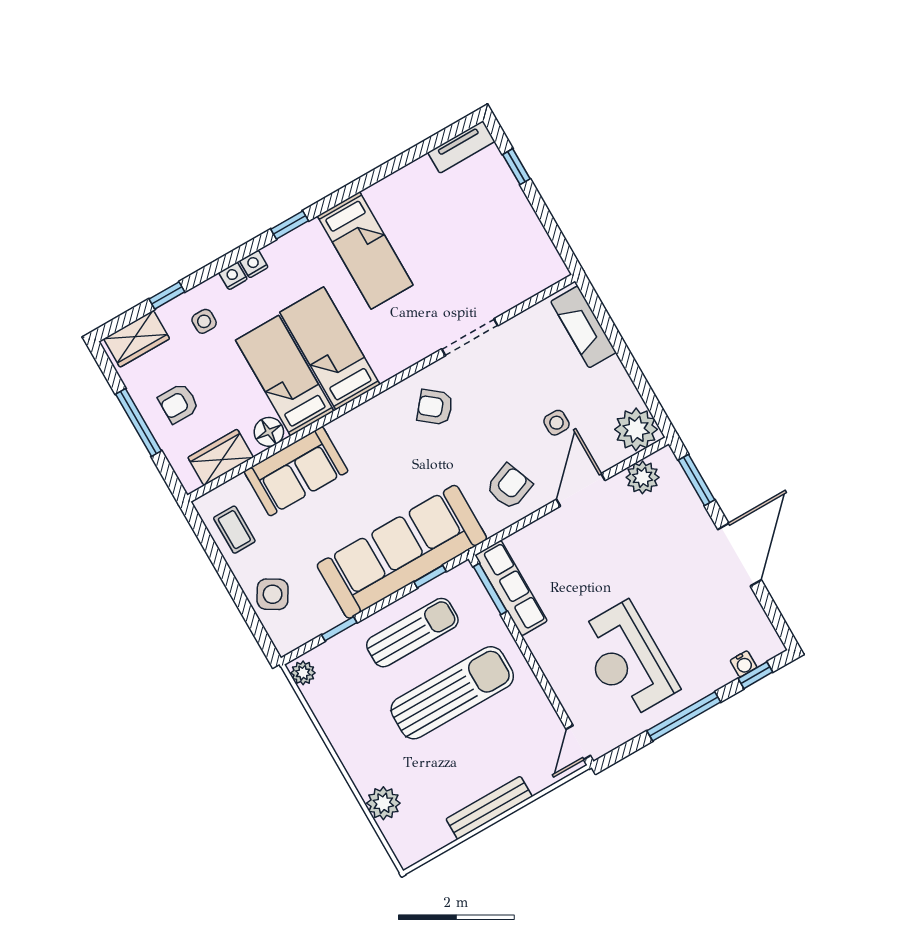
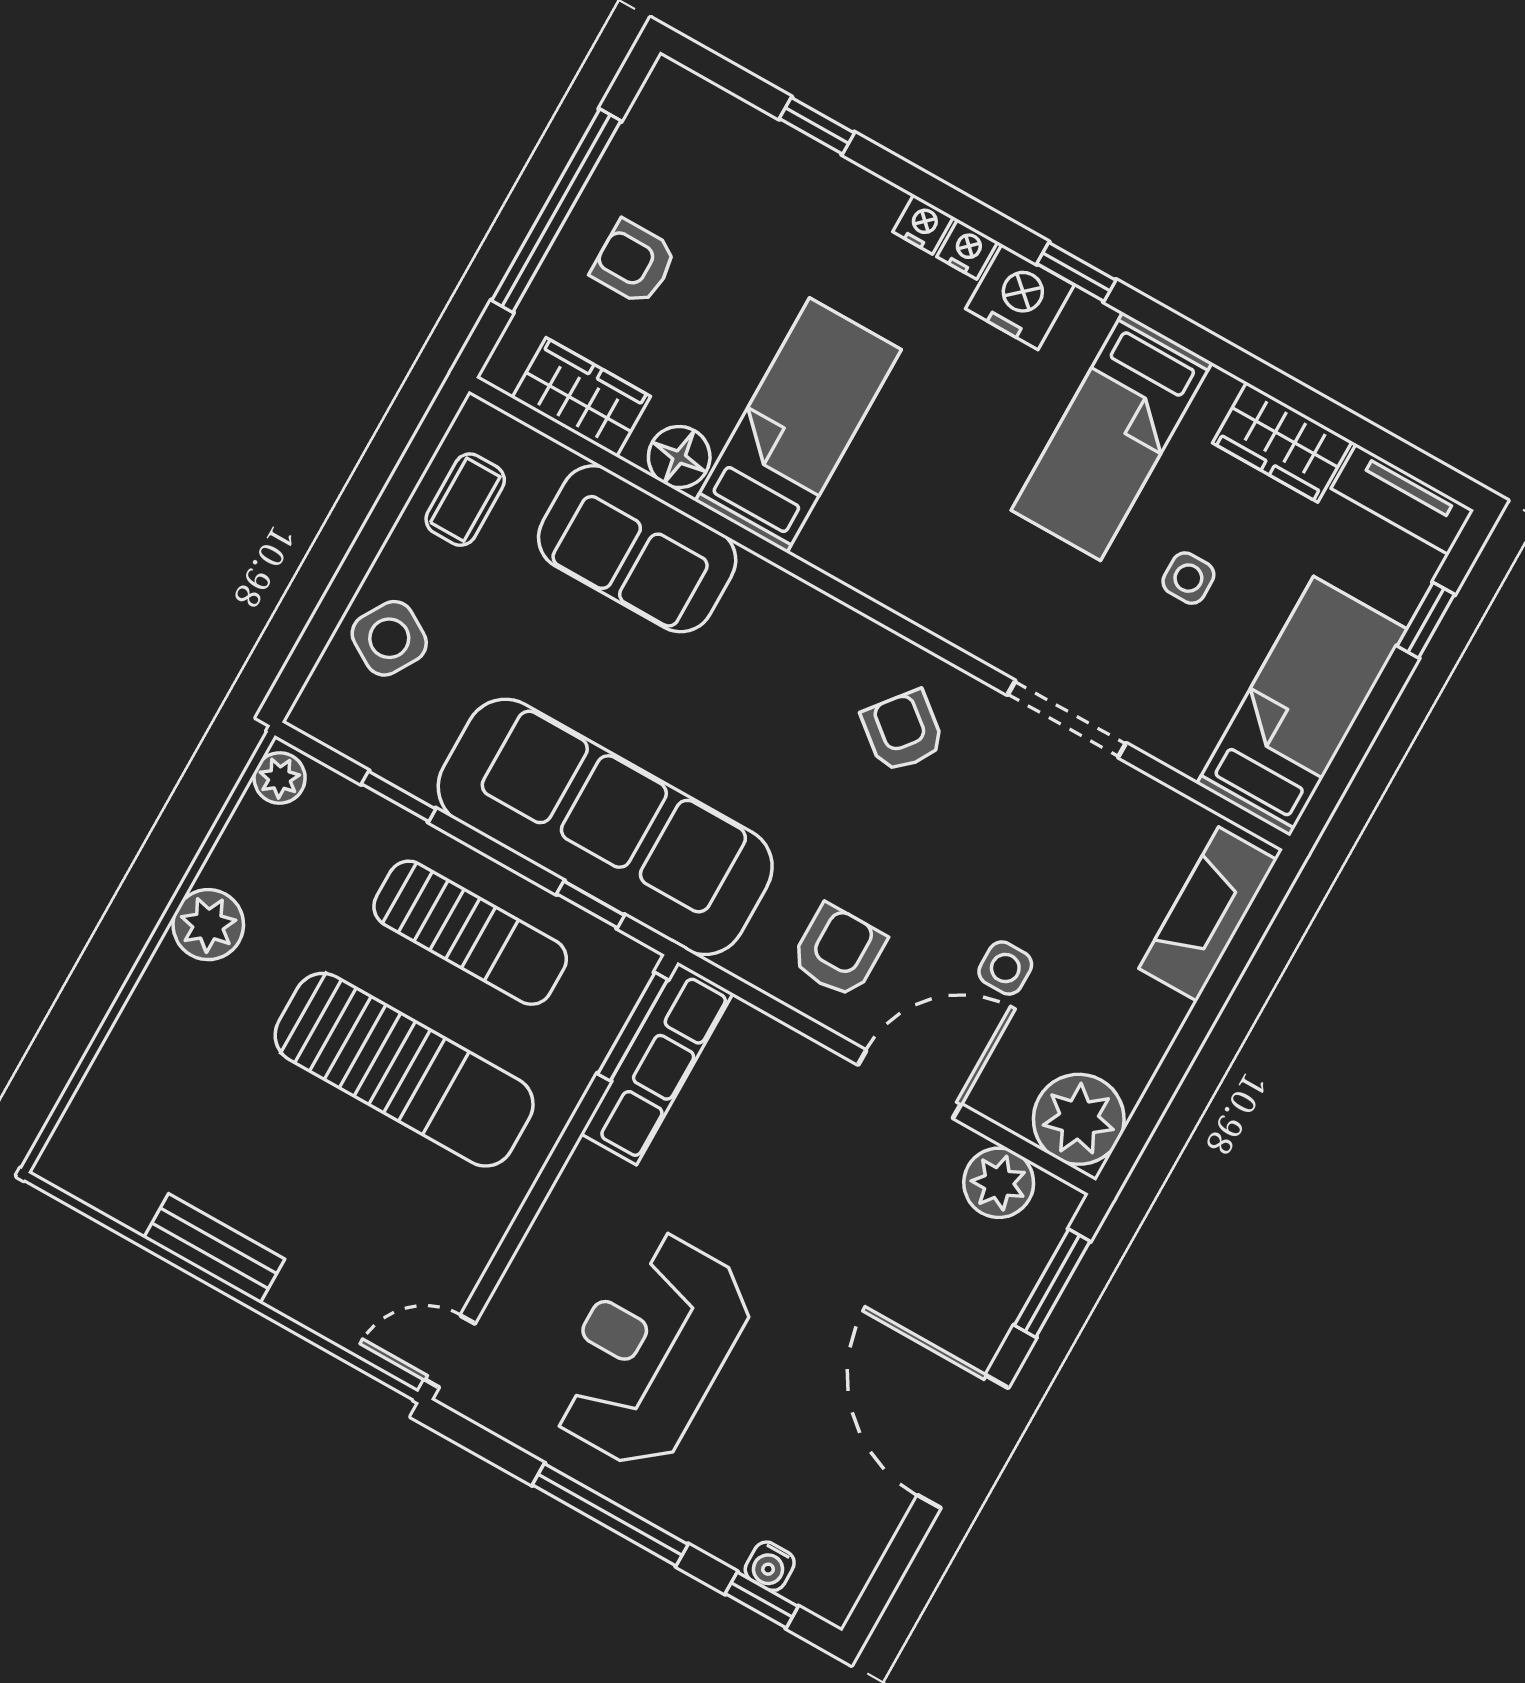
nightstand: (286, 254) -> (1020, 297), added
side table: (204, 321) -> (1188, 578), moved
wardrobe: (137, 339) -> (1282, 442), moved
bed: (330, 348) -> (1302, 706), moved
window: (138, 422) -> (556, 211), width x1.46
armchair: (509, 487) -> (838, 951), turned -69
door: (740, 555) -> (963, 1442), swing flipped
plant: (383, 803) -> (208, 925), moved
bench: (489, 808) -> (214, 1248), width x0.73

